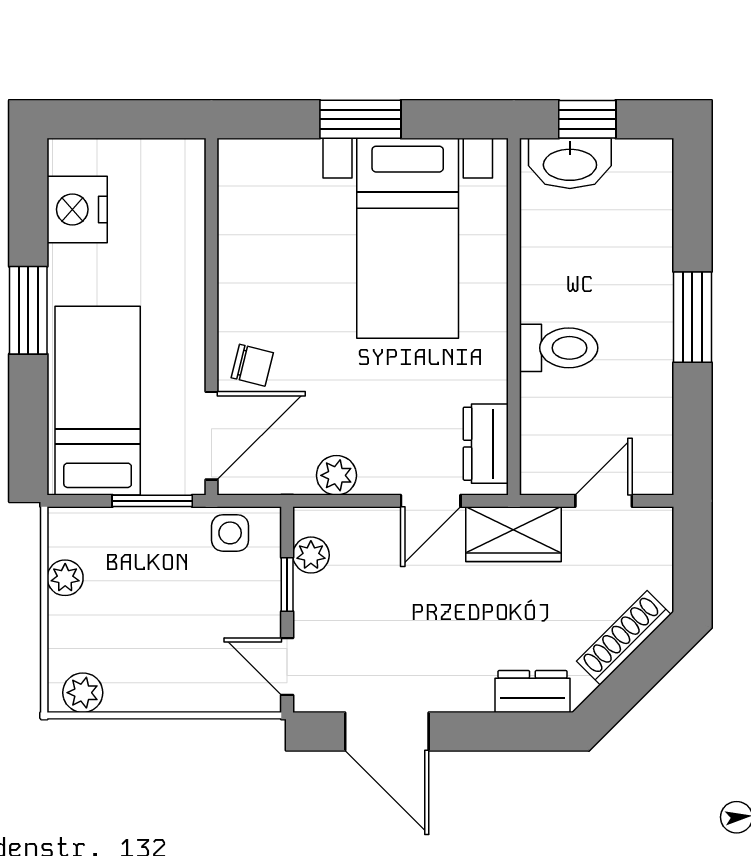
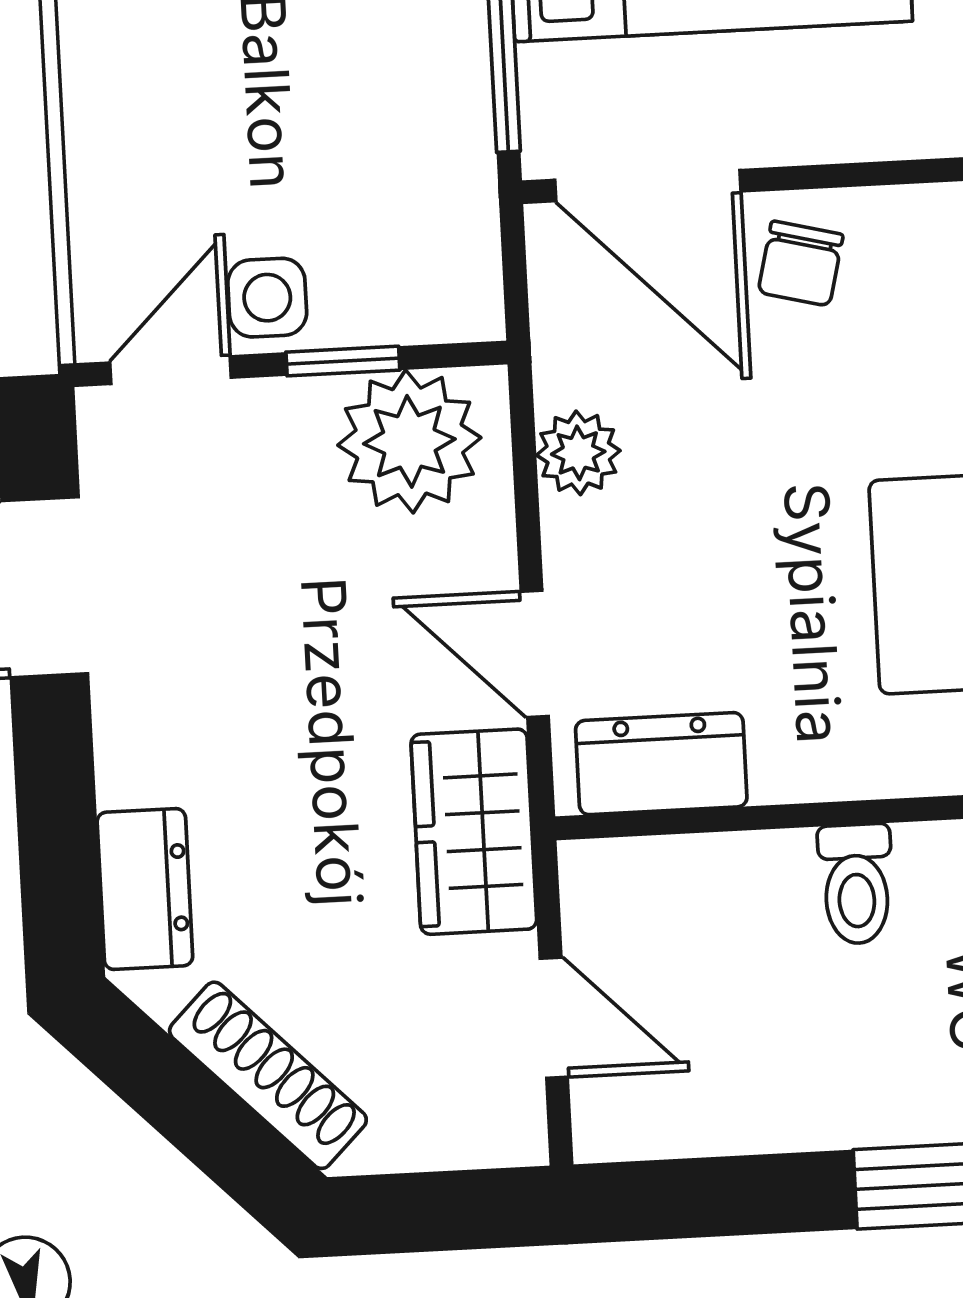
toilet: (559, 348) -> (856, 884), width x0.73, depth x0.72
side table: (230, 533) -> (267, 298), moved
plant: (311, 555) -> (409, 441), width x1.87, depth x1.87

